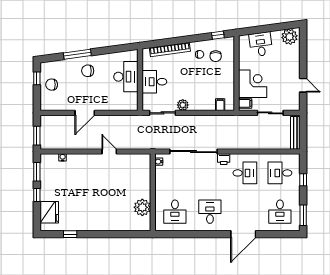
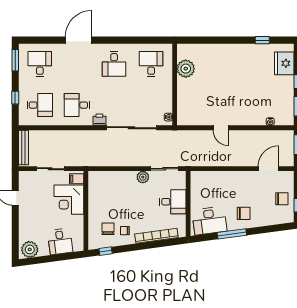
window: (77, 54) -> (232, 234), moved
desk: (126, 77) -> (209, 221), moved, turned -98
filing cabinet: (220, 105) -> (103, 177), removed
door: (85, 113) -> (268, 169), moved

